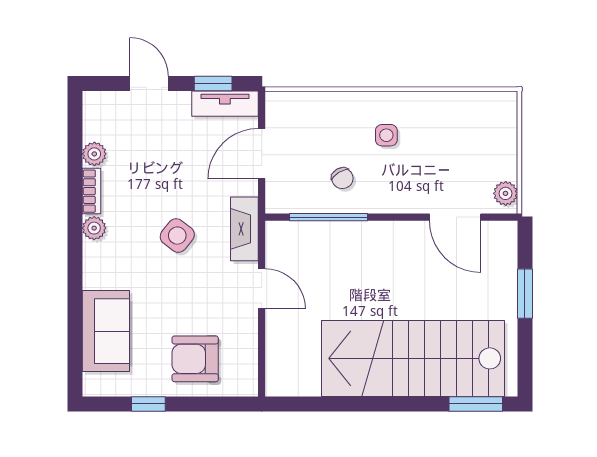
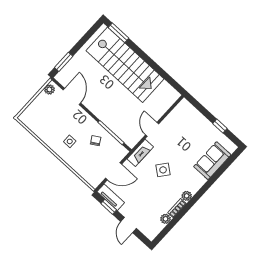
window: (525, 294) -> (64, 62), moved
armchair: (195, 359) -> (193, 127), removed

